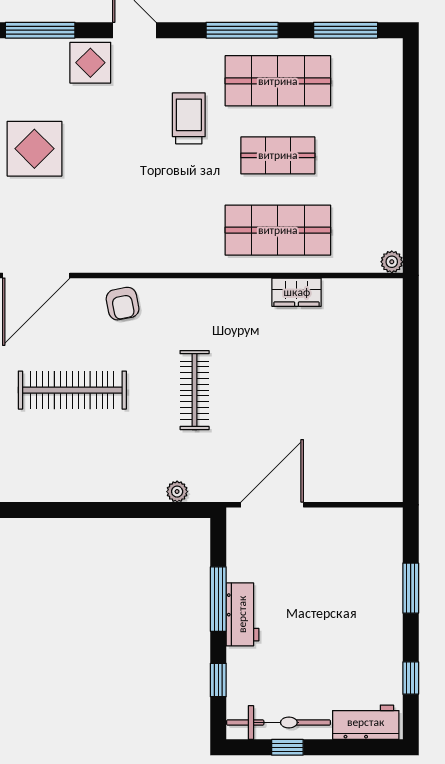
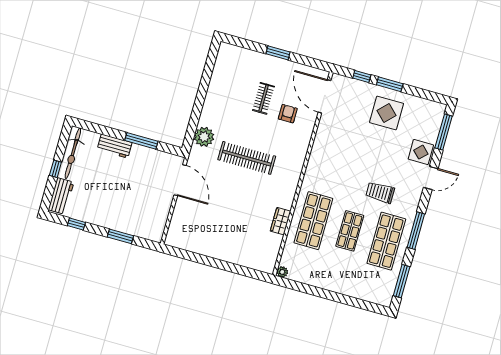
trolley: (189, 118) -> (380, 192), turned 180
armchair: (123, 304) -> (288, 114), moved, turned 101
clothes rail: (72, 390) -> (263, 98), width x0.54, depth x0.76
clothes rail: (195, 390) -> (247, 158), width x1.37, depth x1.31
plant: (177, 492) -> (204, 137), width x1.88, depth x1.88
workbench: (242, 614) -> (115, 146), moved
window: (218, 680) -> (102, 130), removed
window: (287, 747) -> (55, 169), moved

